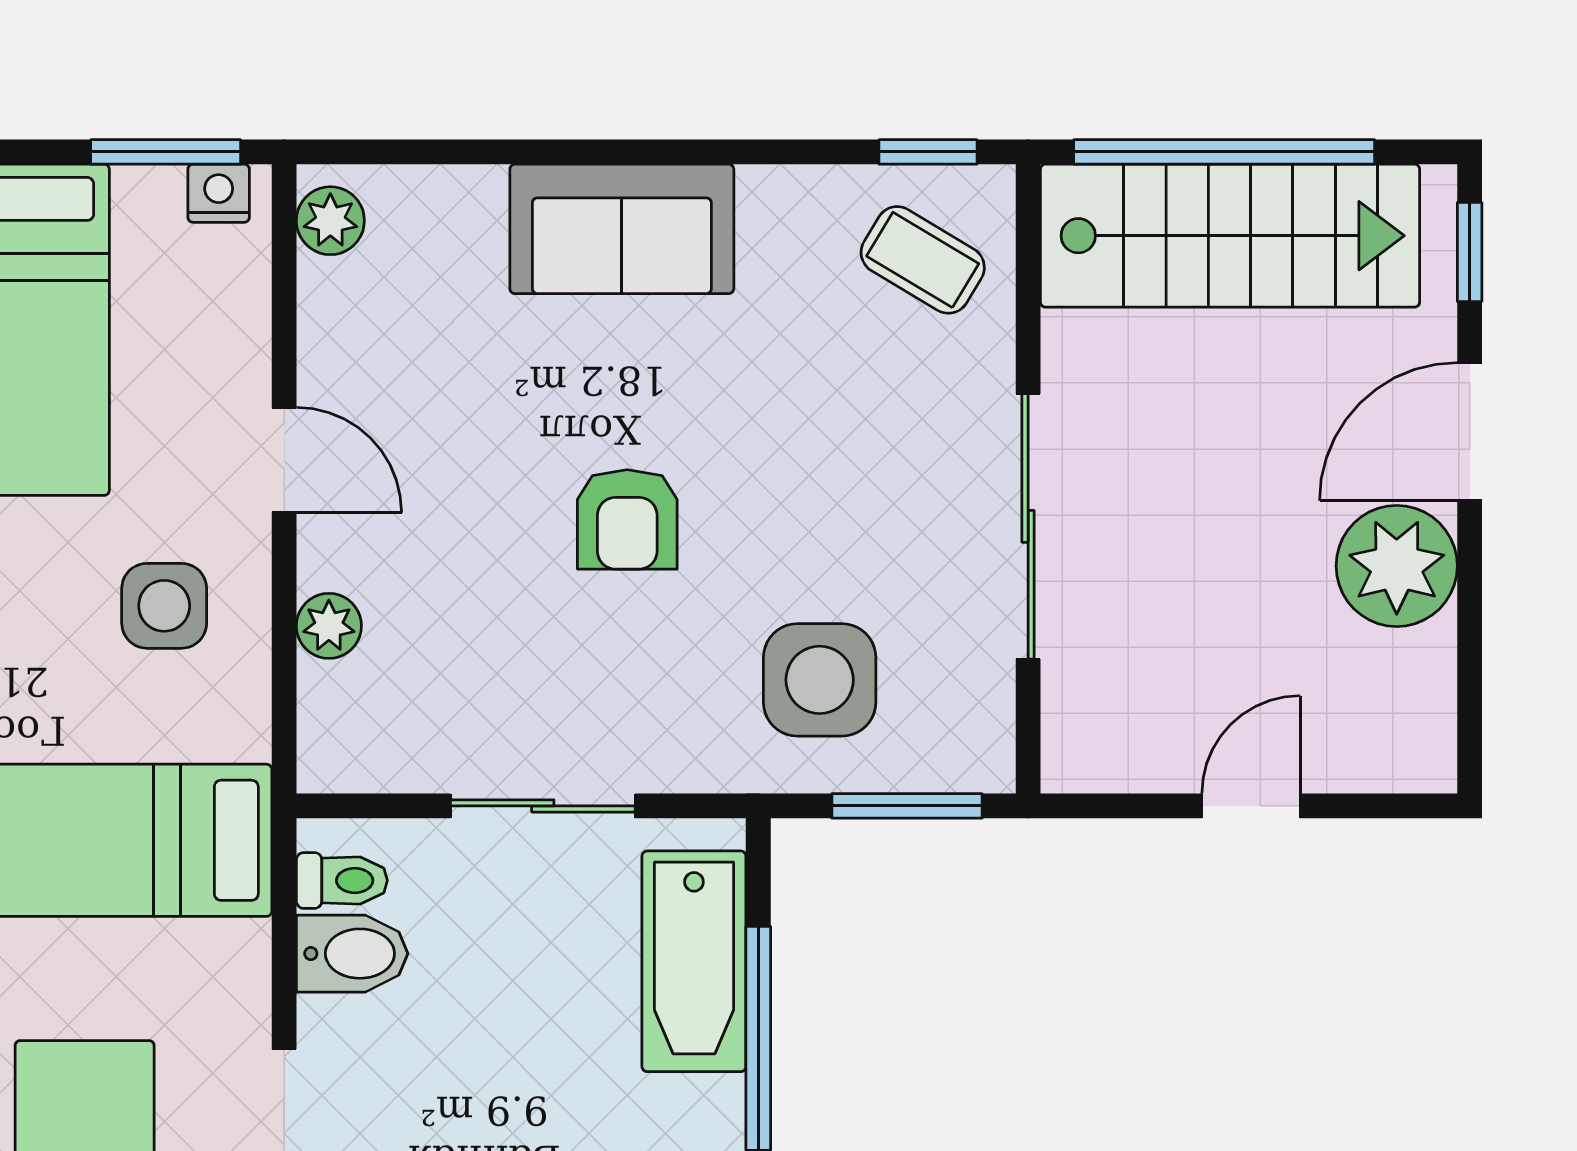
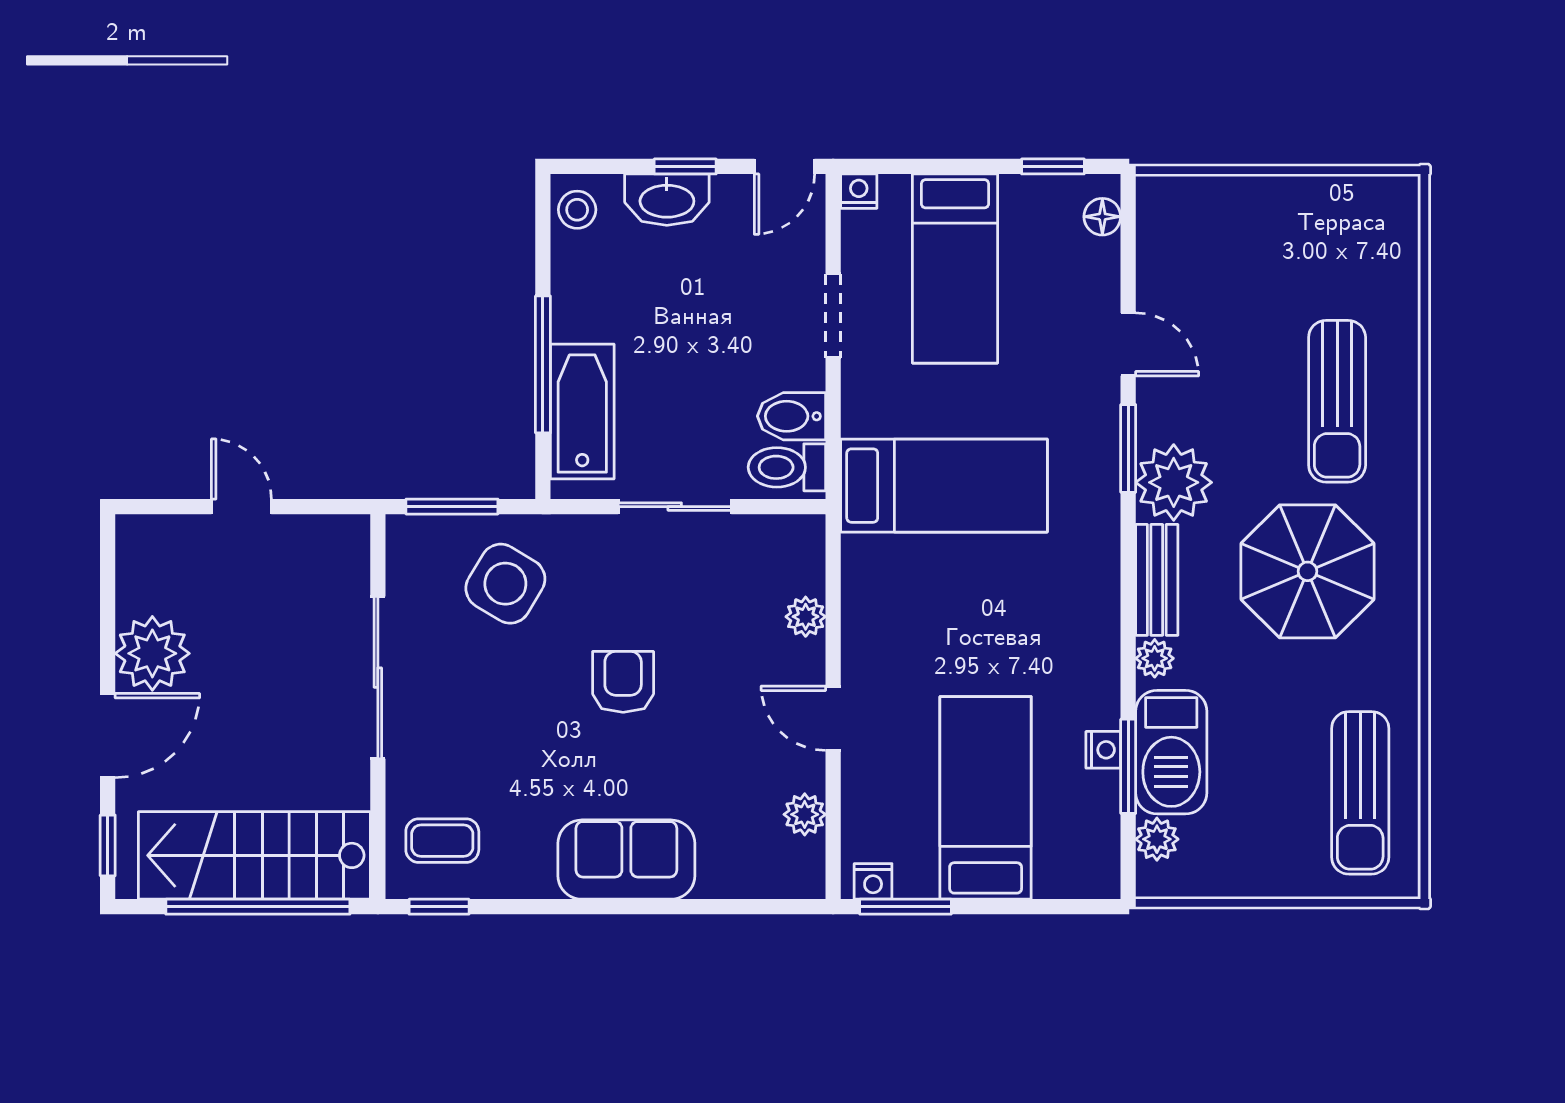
plant: (330, 221) -> (805, 814), moved
coffee table: (923, 260) -> (442, 841), turned -31
side table: (164, 606) -> (906, 629), removed
side table: (820, 680) -> (505, 584), turned 31
door: (1251, 806) -> (241, 507), swing flipped
toilet: (342, 880) -> (787, 467), width x1.37, depth x1.39

